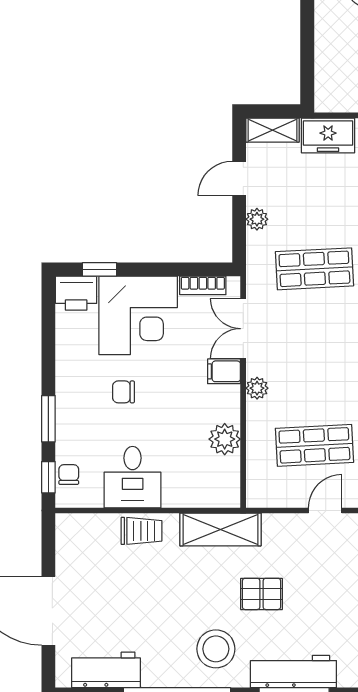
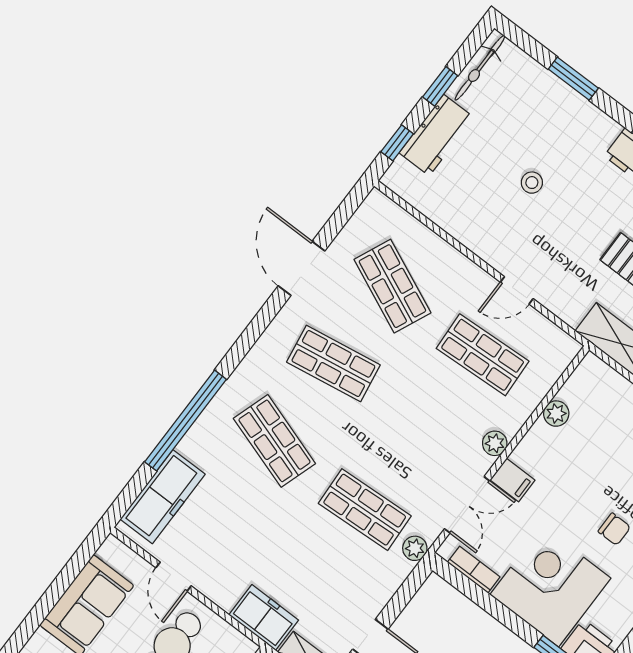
plant: (257, 219) -> (415, 548), moved
plant: (225, 439) -> (556, 414), width x0.73, depth x0.73

